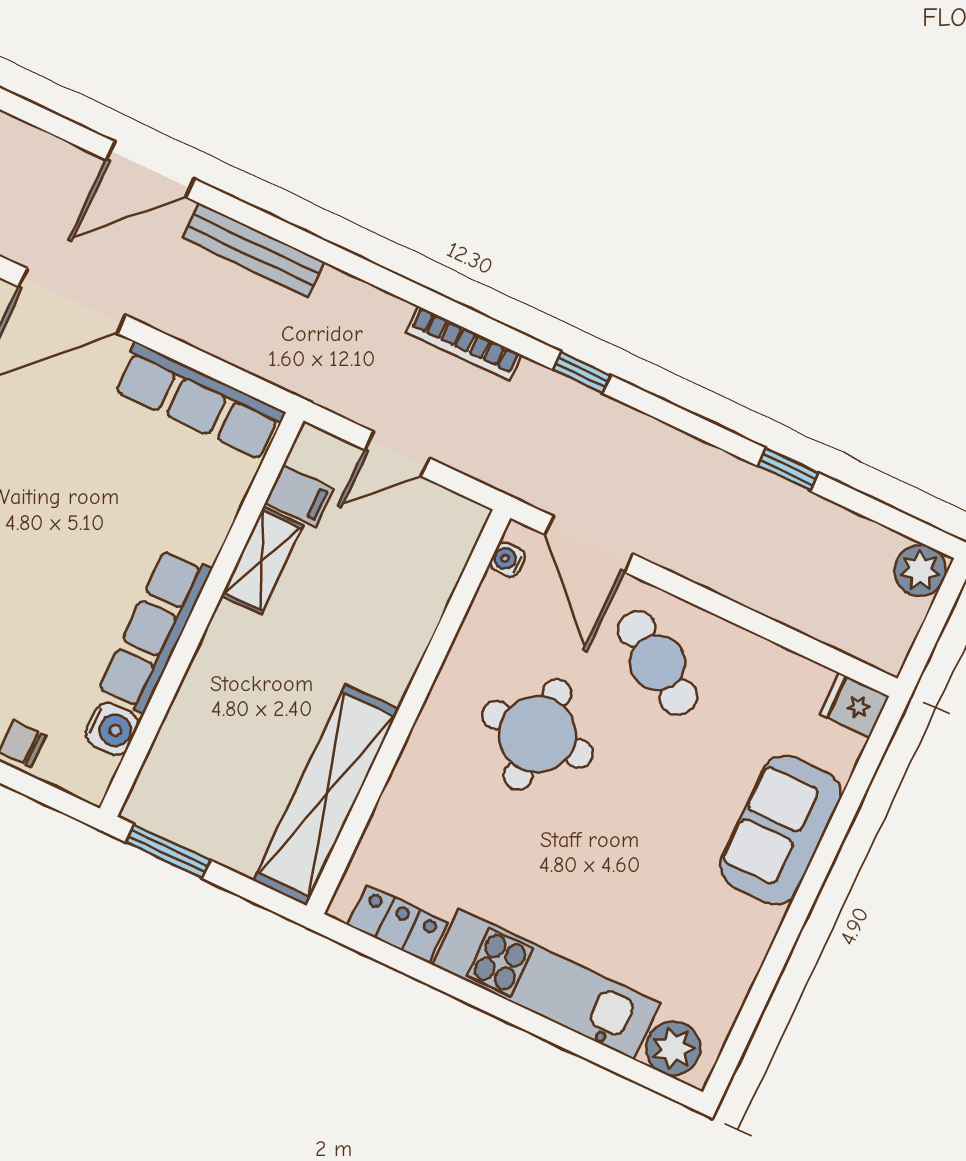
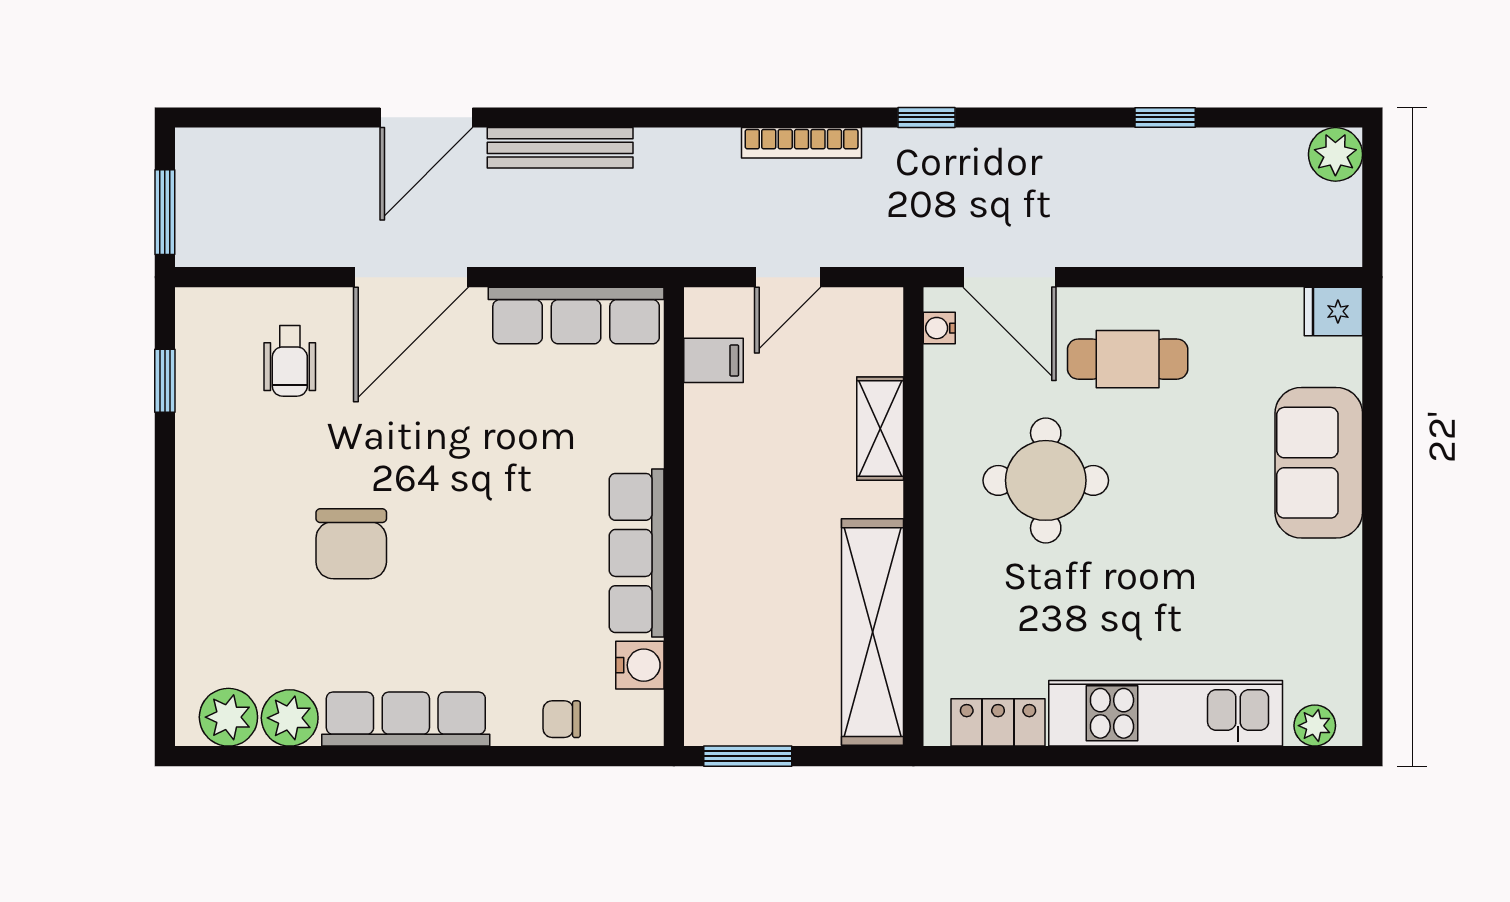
shelving: (262, 560) -> (880, 429), moved
cafe table: (657, 663) -> (1128, 359), turned -33
plant: (673, 1049) -> (1315, 726), width x0.73, depth x0.73

